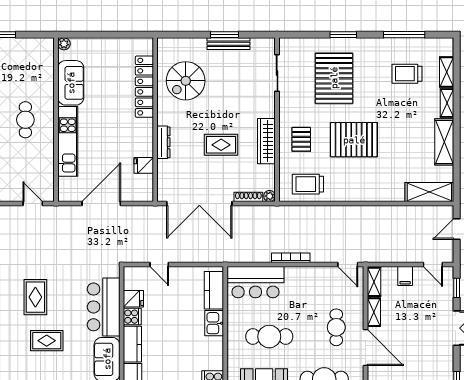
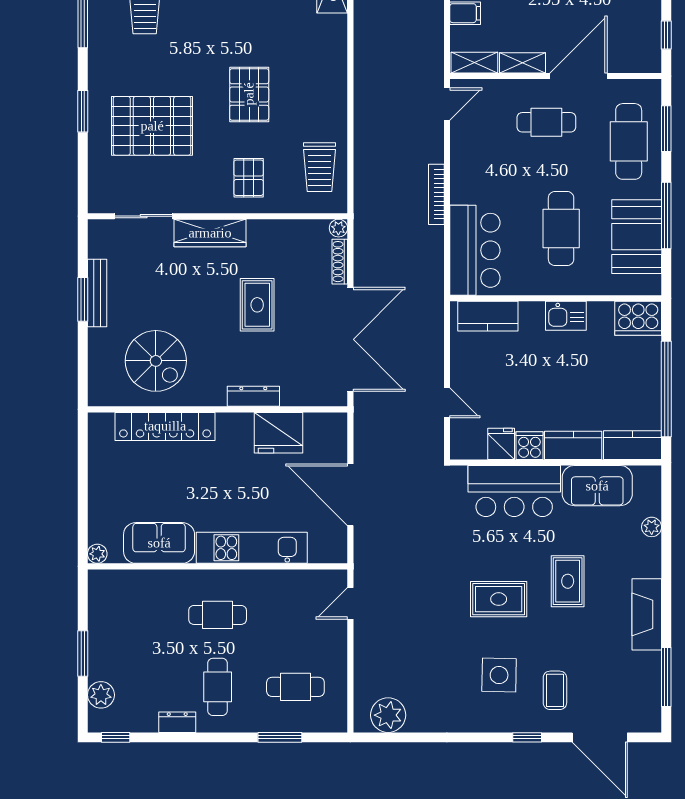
pallet: (301, 139) -> (249, 178), turned 90
pallet: (354, 140) -> (249, 94), width x0.73, depth x0.71
wardrobe: (266, 141) -> (210, 233), moved
fridge: (144, 165) -> (279, 433), width x1.88, depth x1.34
door: (159, 265) -> (447, 403), hinge flipped
kitchen sink: (214, 323) -> (566, 316), moved

